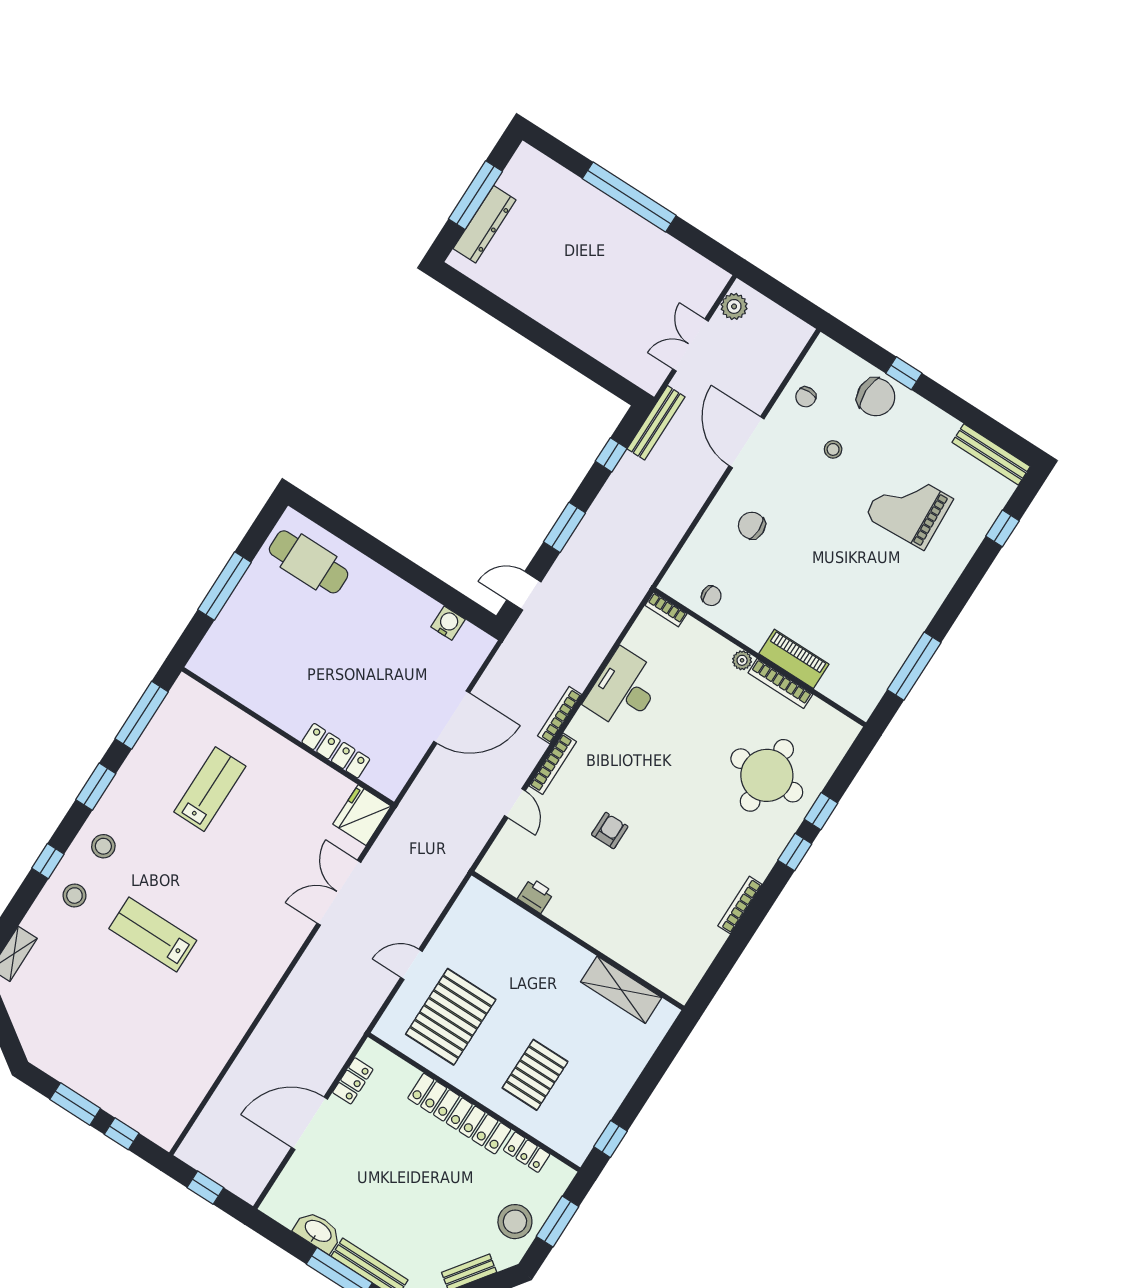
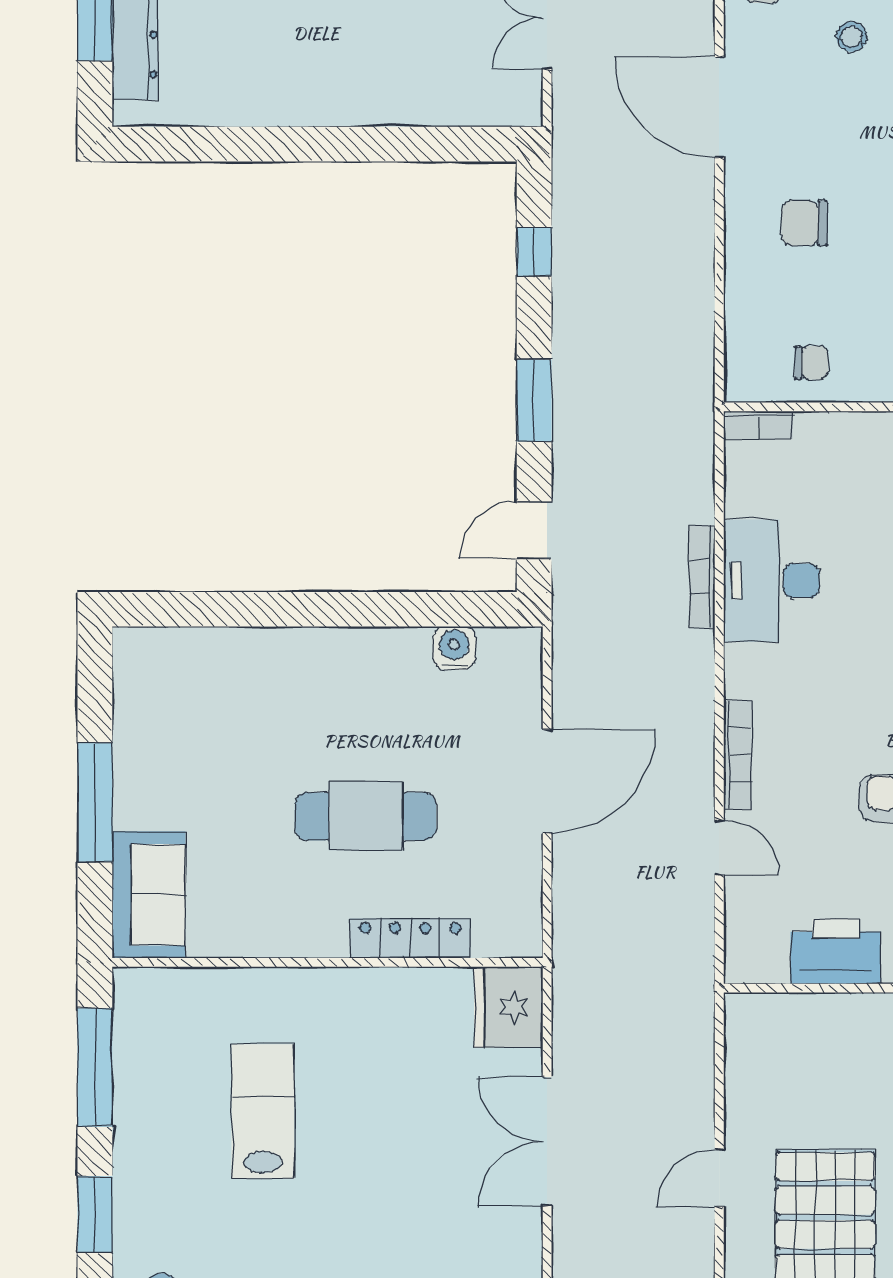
bench: (656, 423) -> (570, 163), removed
cafe table: (309, 562) -> (366, 816), moved
sofa: (222, 648) -> (149, 895), added
bookcase: (560, 715) -> (702, 577), moved
printer: (536, 896) -> (836, 951), width x1.87, depth x1.48

